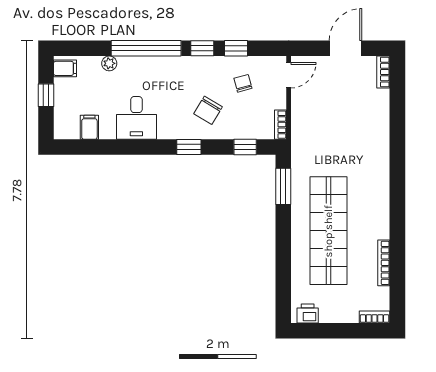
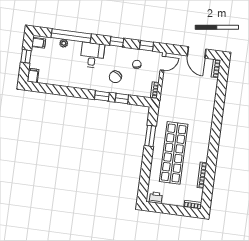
window: (146, 48) -> (71, 36), moved
window: (236, 48) -> (147, 46), moved
door: (345, 48) -> (197, 52), swing flipped
desk: (136, 118) -> (92, 55), moved, turned 180
filing cabinet: (89, 127) -> (33, 76), moved
window: (245, 147) -> (122, 99), moved
window: (283, 186) -> (150, 136), moved

